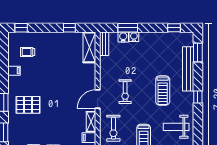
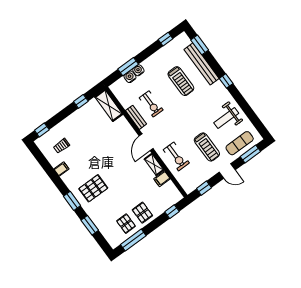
bench: (104, 44) -> (136, 117), moved
treadmill: (163, 90) -> (181, 81), moved
exercise bike: (125, 92) -> (151, 104), moved

